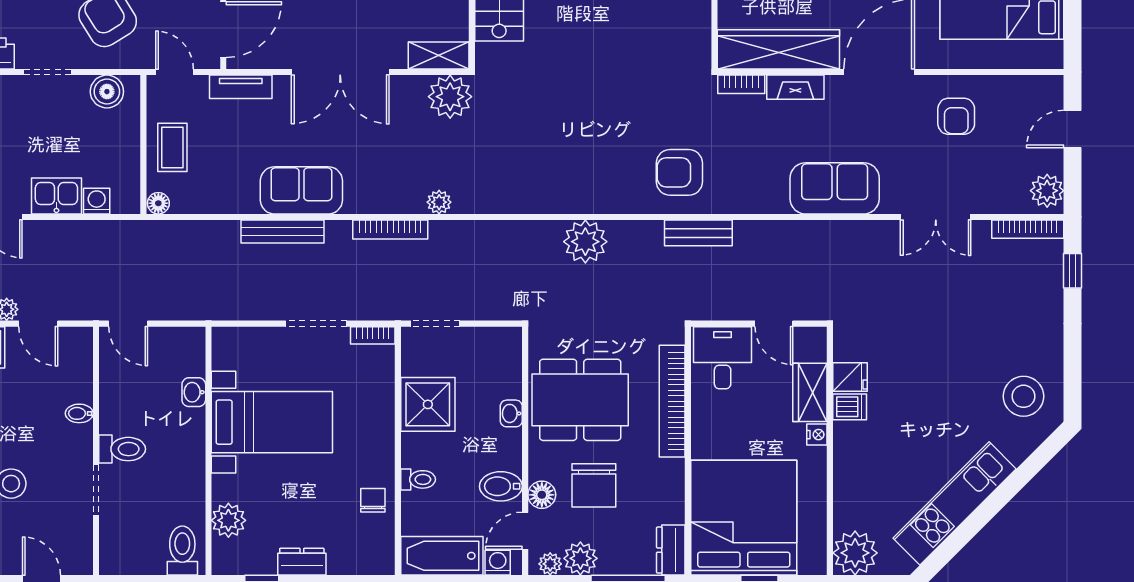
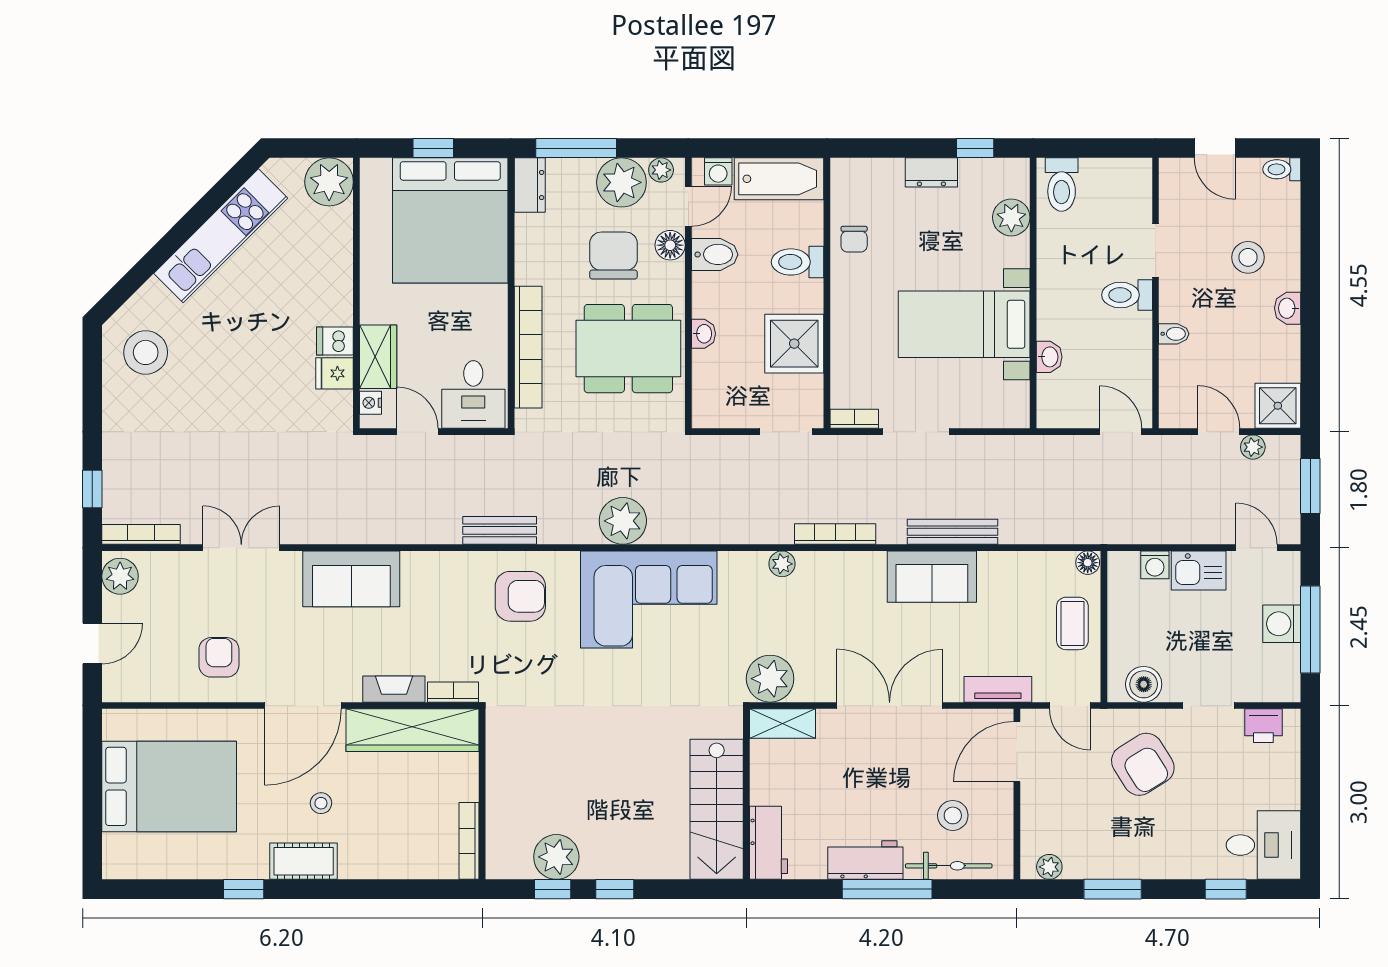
corner sofa: (562, 169) -> (649, 599), added
nightstand: (817, 435) -> (371, 403), moved
toilet: (418, 479) -> (798, 262), width x1.37, depth x1.39
plant: (580, 558) -> (621, 182), width x1.36, depth x1.36

